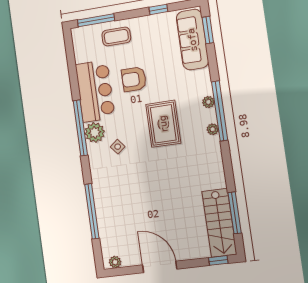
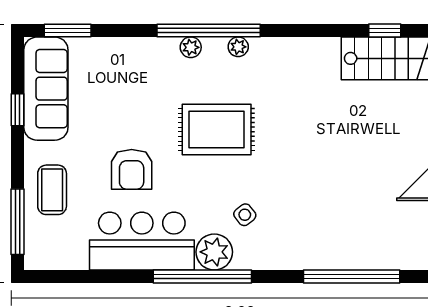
sofa: (192, 40) -> (46, 89), moved, turned -90
window: (235, 213) -> (385, 30), width x0.46

